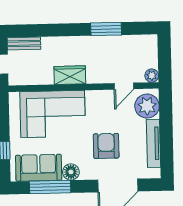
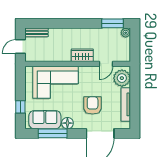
window: (106, 29) -> (112, 23), moved
wardrobe: (70, 75) -> (82, 55), moved
plant: (152, 76) -> (126, 33), moved

